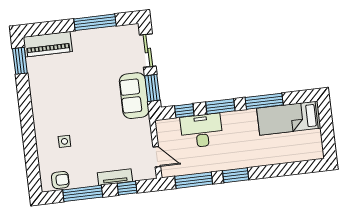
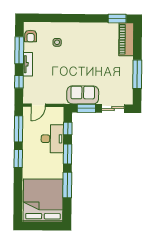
bed: (289, 118) -> (43, 200), width x2.04
tv unit: (115, 177) -> (28, 64), moved

